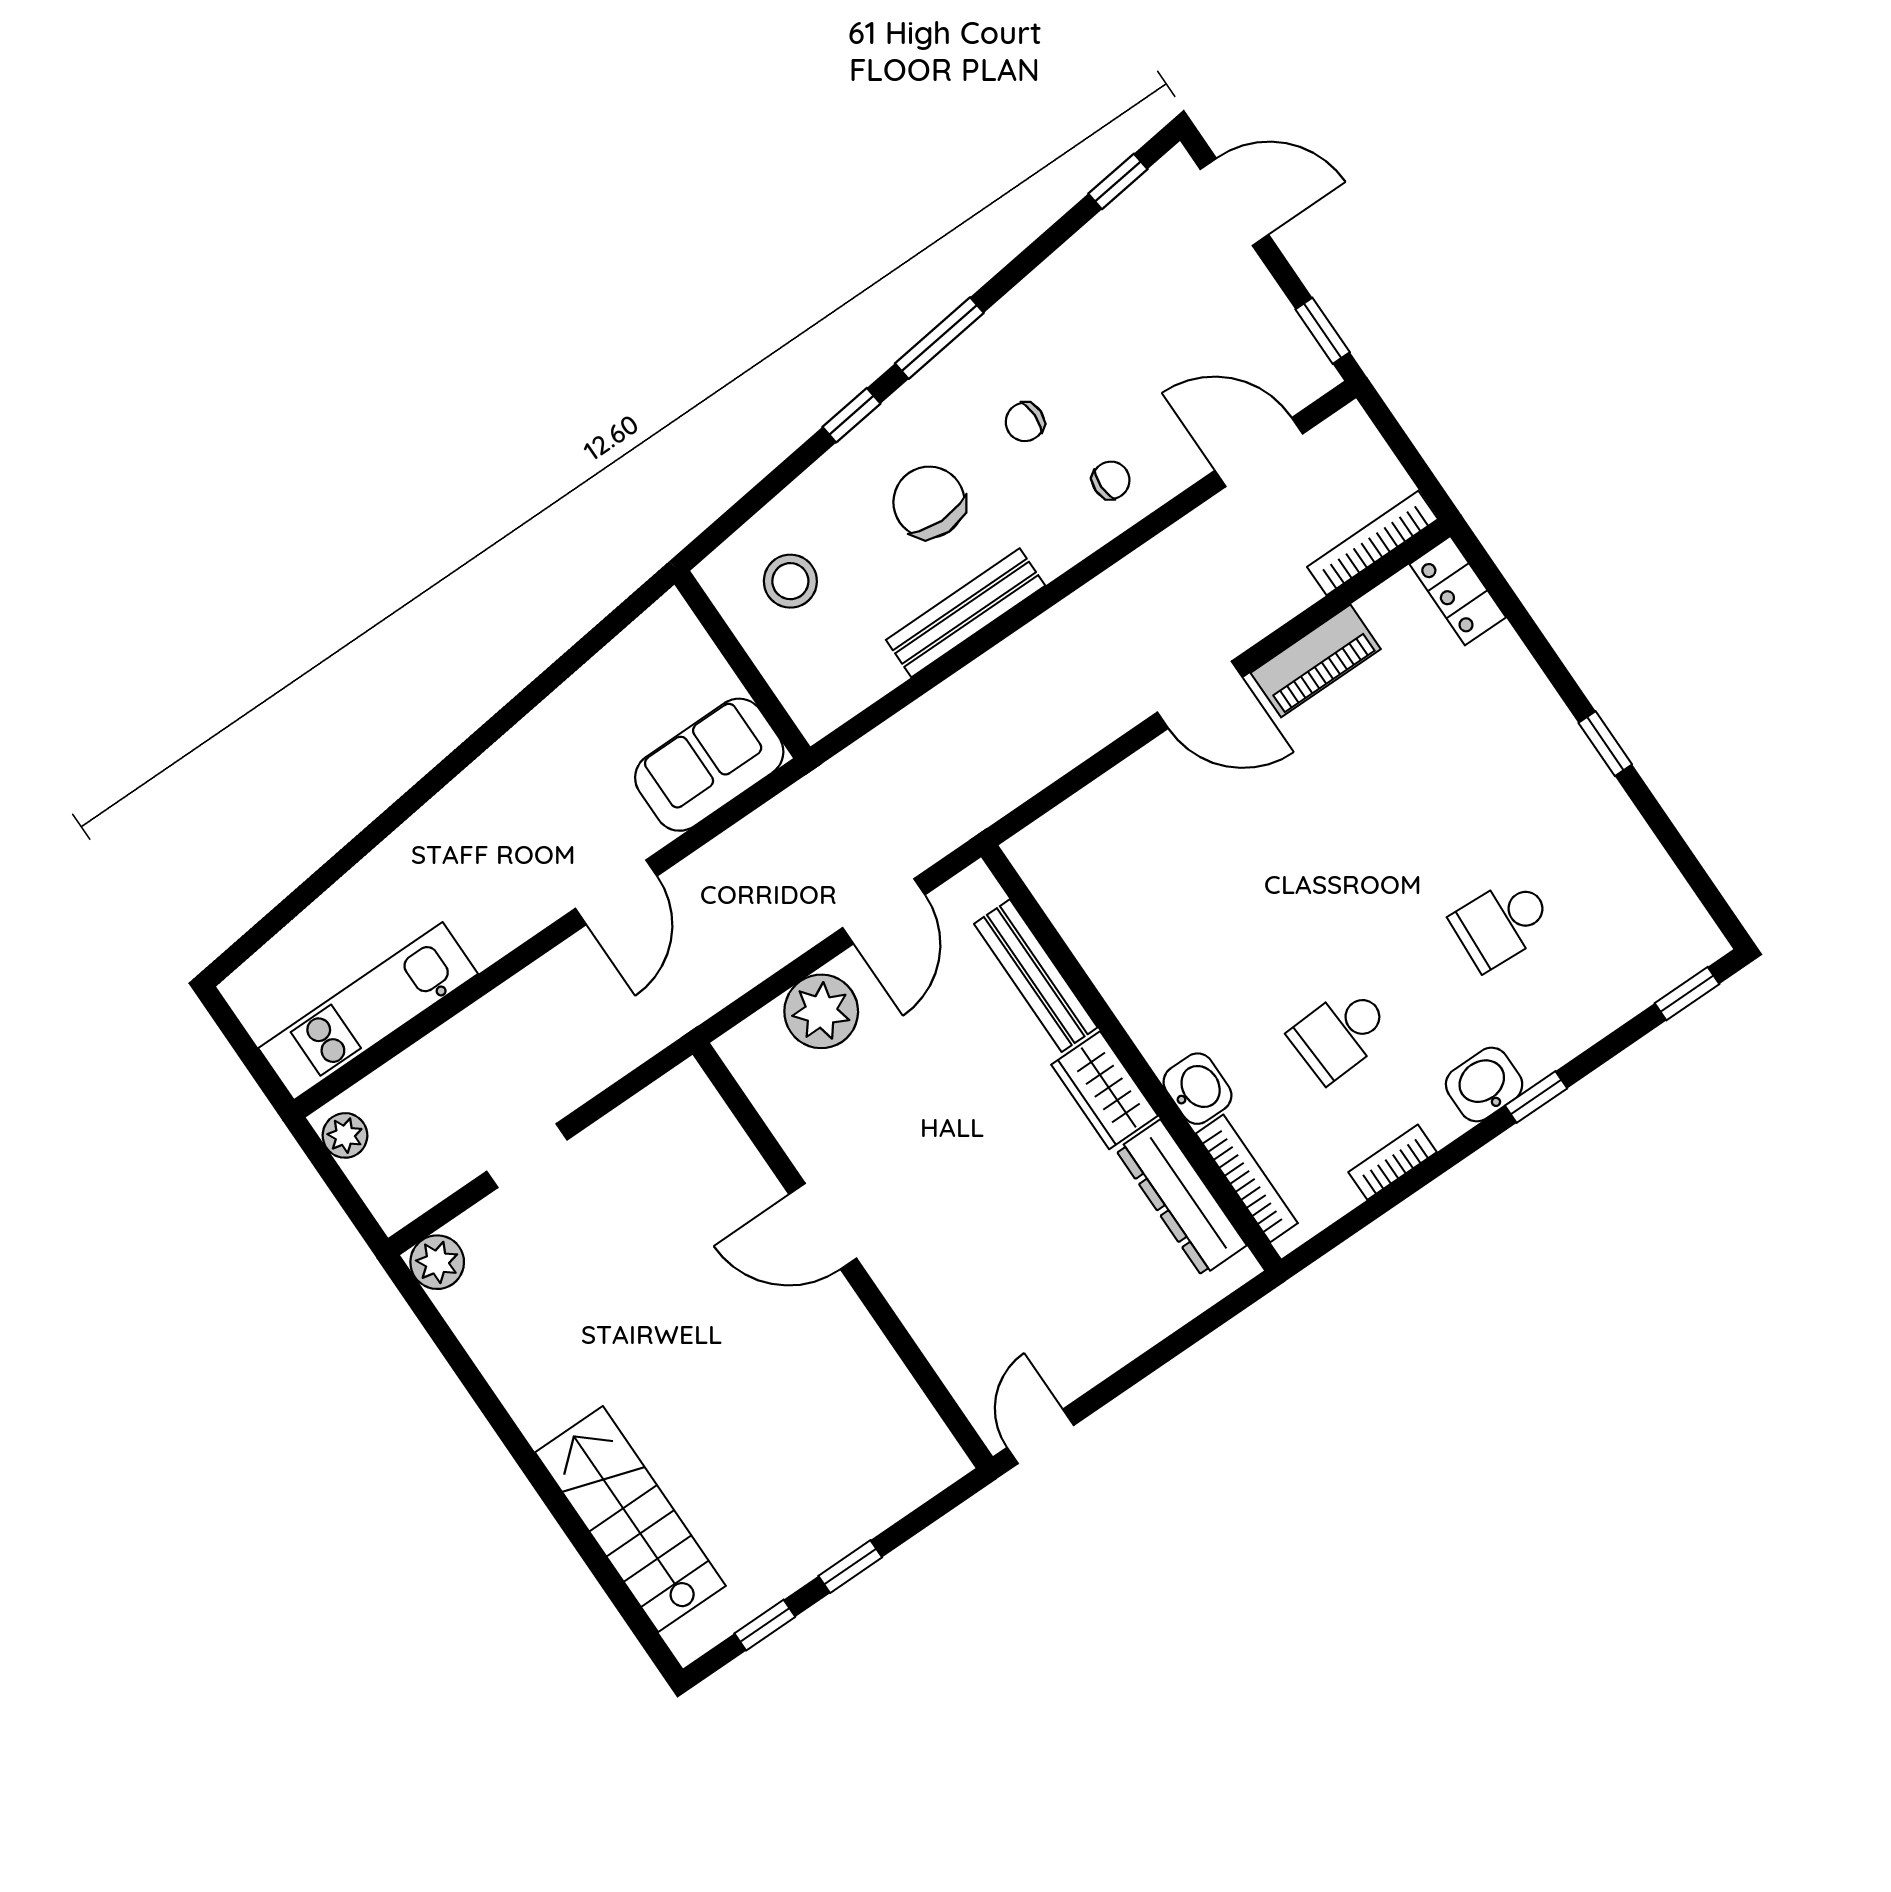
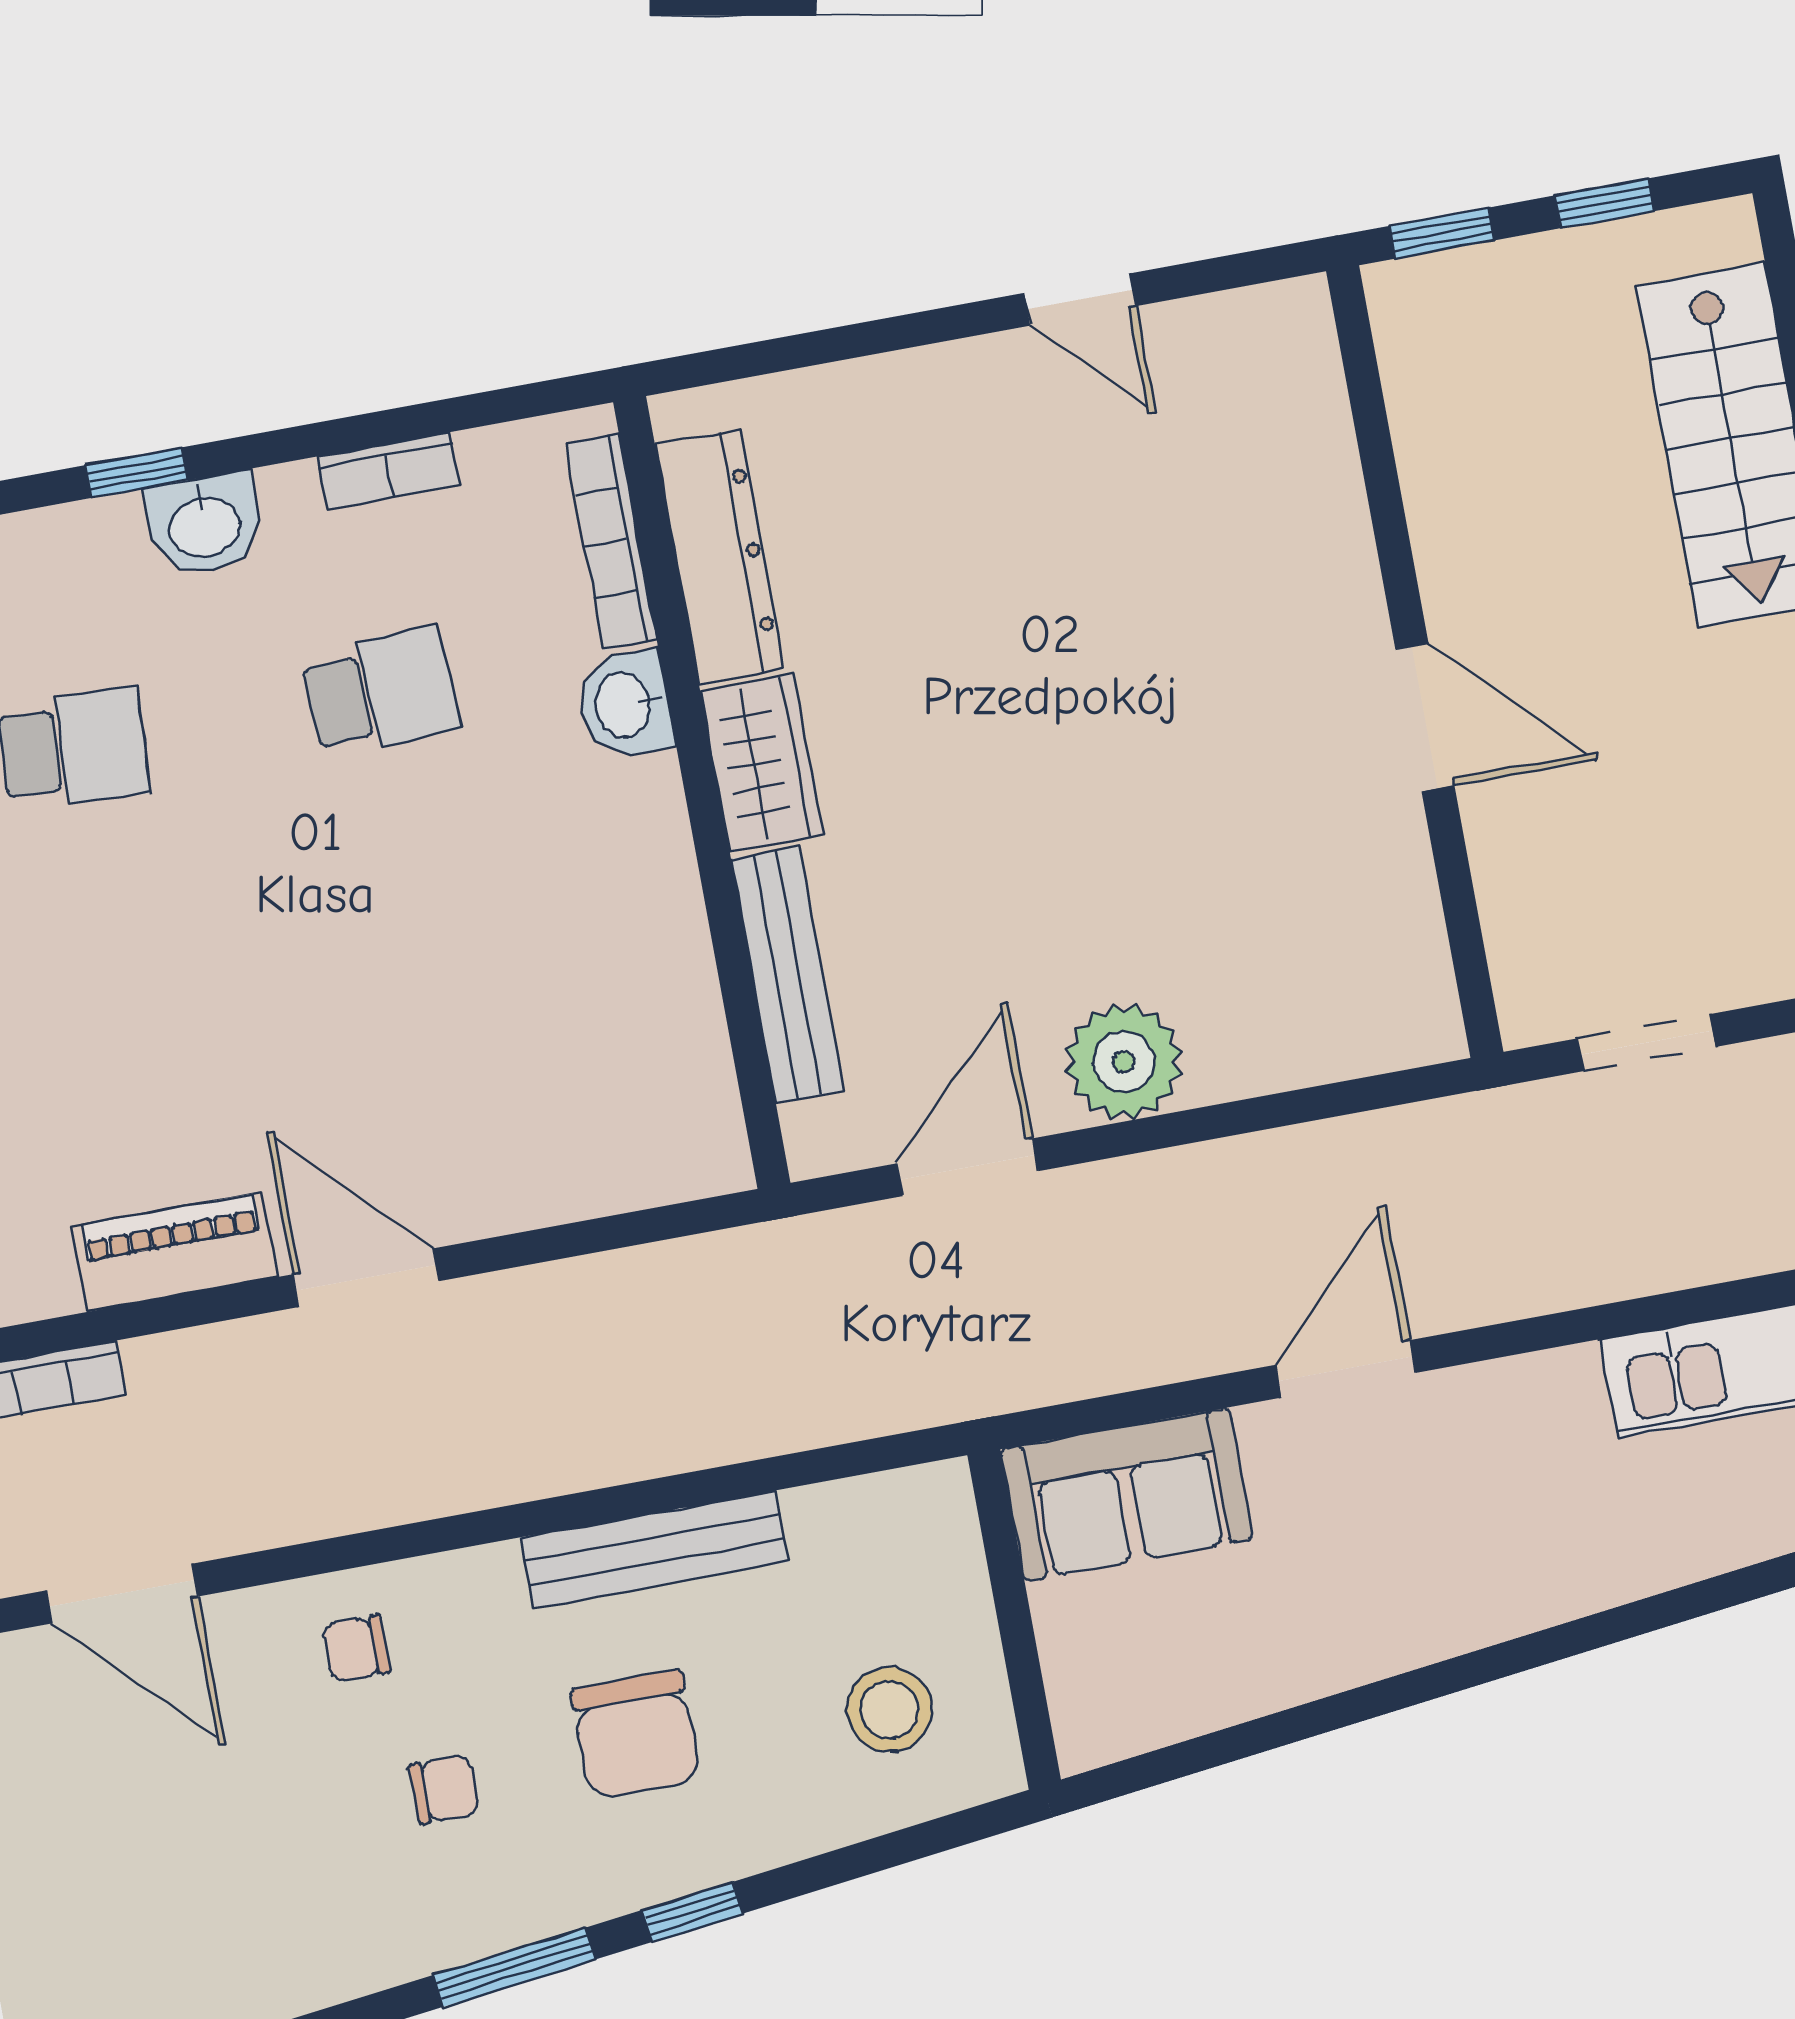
door: (823, 1226) -> (1425, 717), moved
wall: (843, 1255) -> (1415, 662), moved
door: (1040, 1436) -> (1080, 300), hinge flipped

